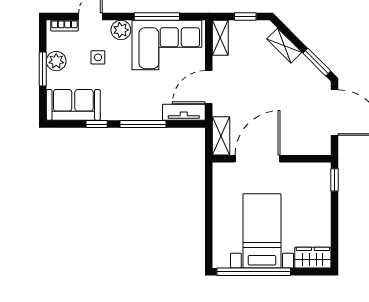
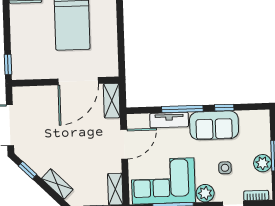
window: (317, 62) -> (27, 170), width x0.67
sofa: (73, 105) -> (214, 125), moved
tv unit: (184, 112) -> (169, 120), moved

